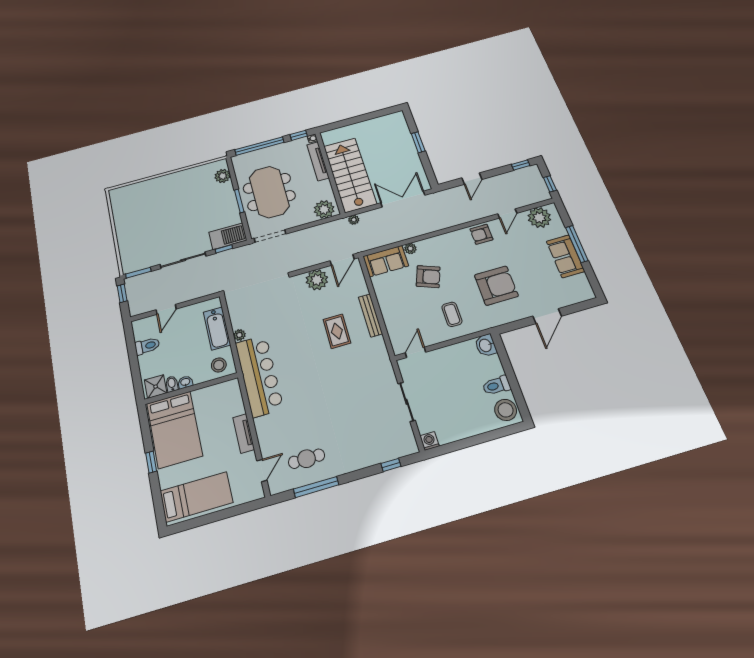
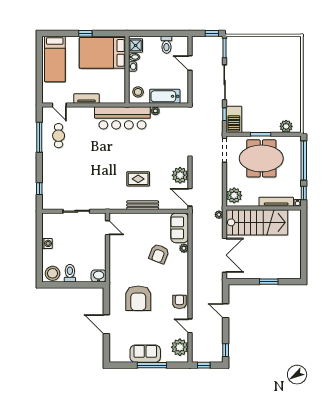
coffee table: (452, 314) -> (127, 261), removed
washing machine: (430, 441) -> (47, 243), moved

